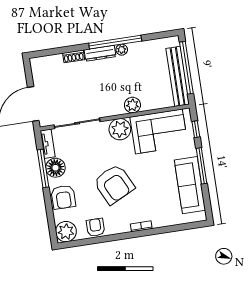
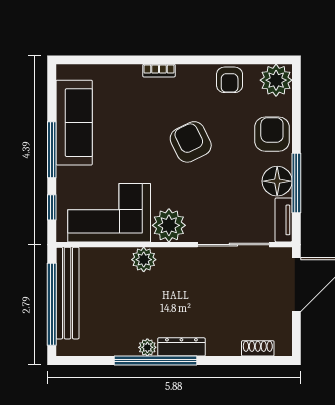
shoe rack: (74, 56) -> (258, 348), moved
armchair: (114, 184) -> (191, 142), width x0.73, depth x0.73

